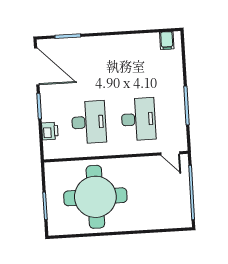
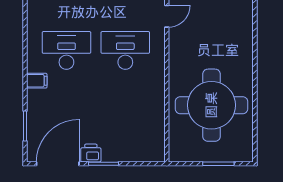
filing cabinet: (167, 40) -> (37, 81), moved
desk: (89, 122) -> (66, 50), moved
printer: (50, 131) -> (91, 153), moved

